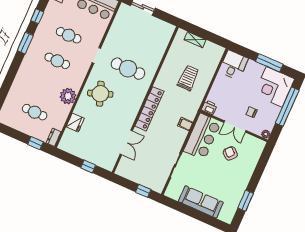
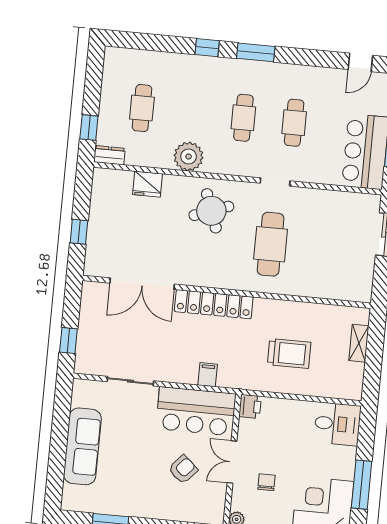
window: (37, 16) -> (207, 48), moved
double door: (126, 142) -> (142, 284), width x1.37

